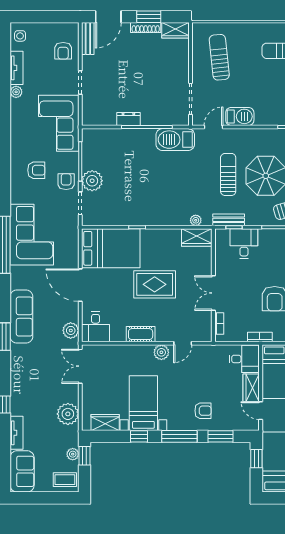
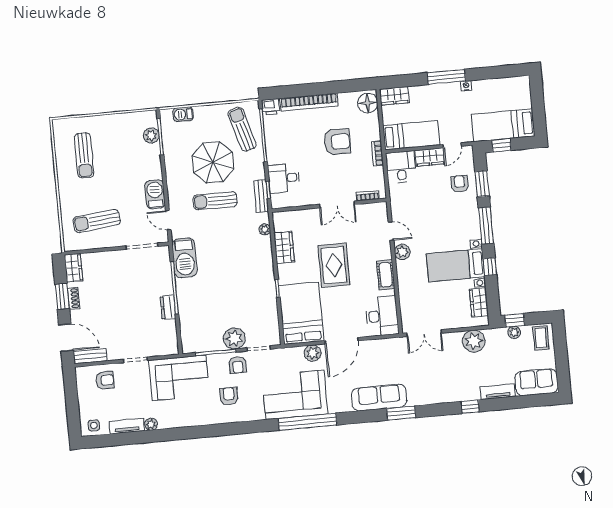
shoe rack: (146, 28) -> (74, 298), width x0.70
armchair: (66, 182) -> (238, 365), turned -90
wardrobe: (197, 238) -> (284, 247), moved
desk: (96, 327) -> (382, 316), width x1.37
plant: (71, 330) -> (313, 353), moved
armchair: (203, 411) -> (460, 184), moved

